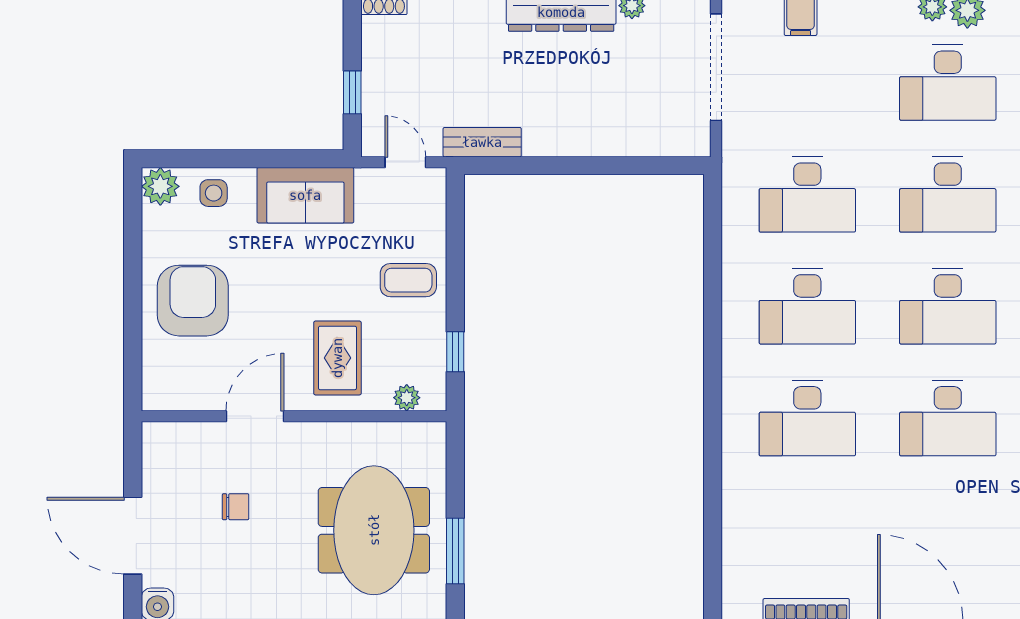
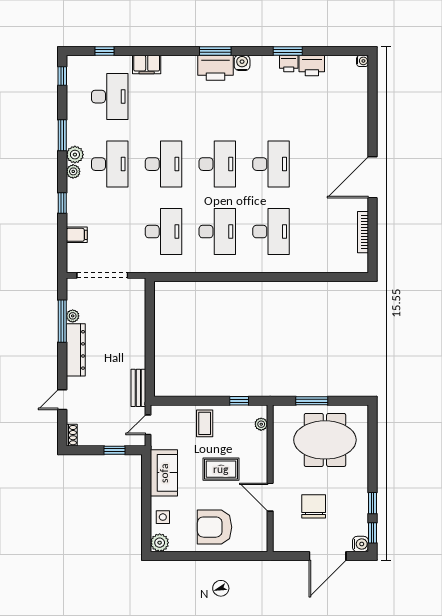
rug: (337, 358) -> (221, 469), moved
chair: (236, 507) -> (314, 506), width x1.87, depth x1.87
window: (455, 551) -> (312, 401), moved

